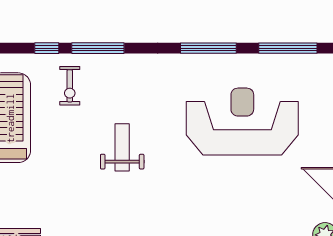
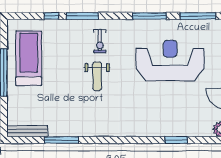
exercise bike: (70, 86) -> (100, 41), moved
weight bench: (122, 147) -> (97, 76), turned 180

